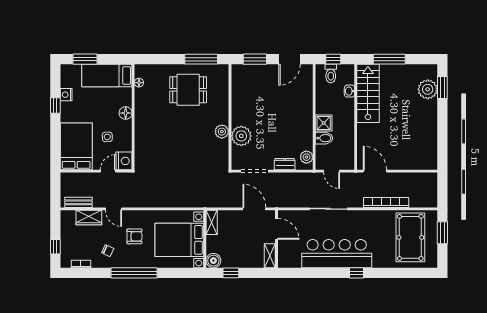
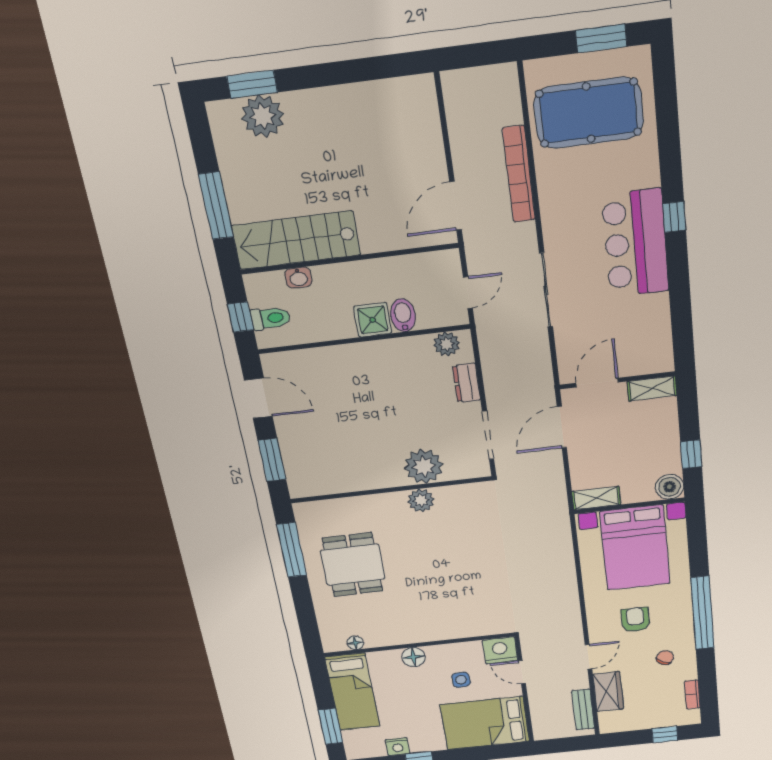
window: (442, 233) -> (601, 38), moved
bar counter: (337, 254) -> (635, 243), width x0.73

